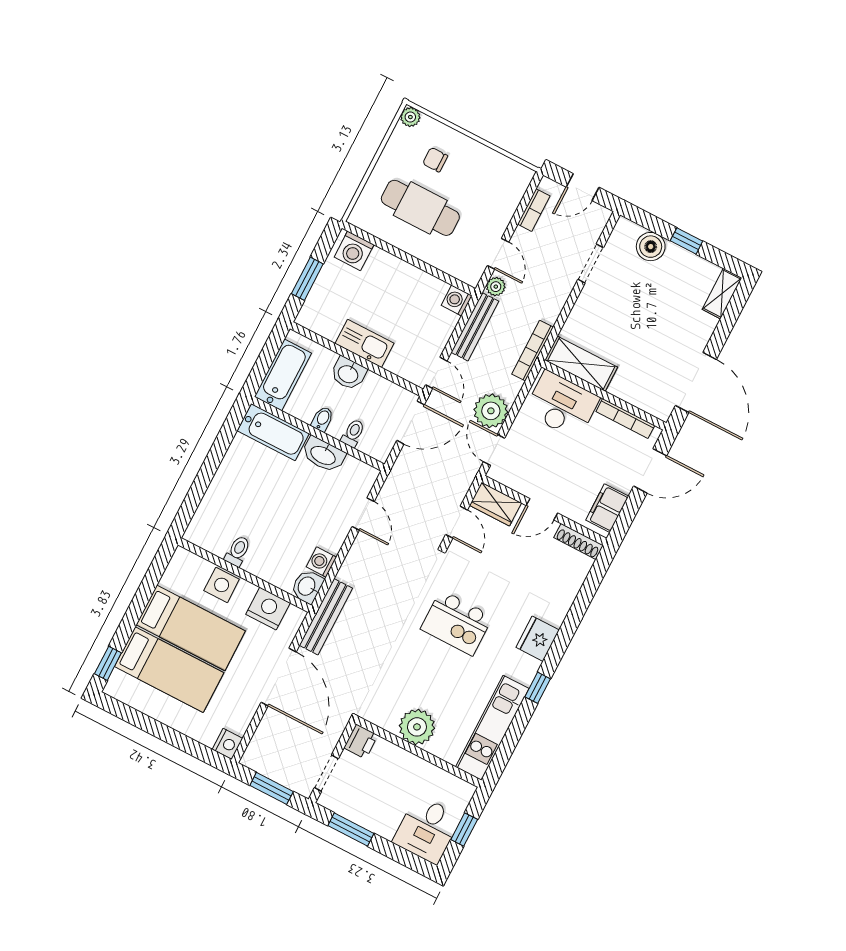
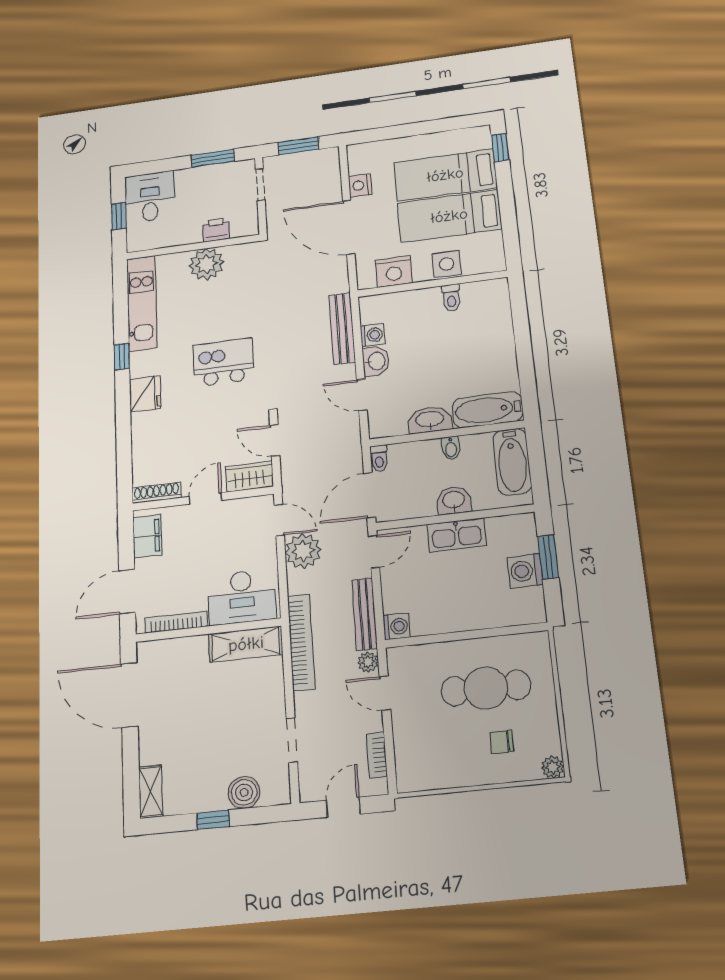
chair: (435, 160) -> (502, 742), turned 180
washing machine: (354, 251) -> (525, 571), moved, turned -90
bookcase: (533, 351) -> (301, 642), width x1.48, depth x1.31
door: (436, 373) -> (374, 552), swing flipped
toilet: (353, 433) -> (379, 458), moved
washbasin: (307, 586) -> (376, 361), moved
bench: (326, 617) -> (342, 329), moved
printer: (361, 742) -> (216, 230), moved, turned 90
nightstand: (227, 744) -> (360, 185), moved

